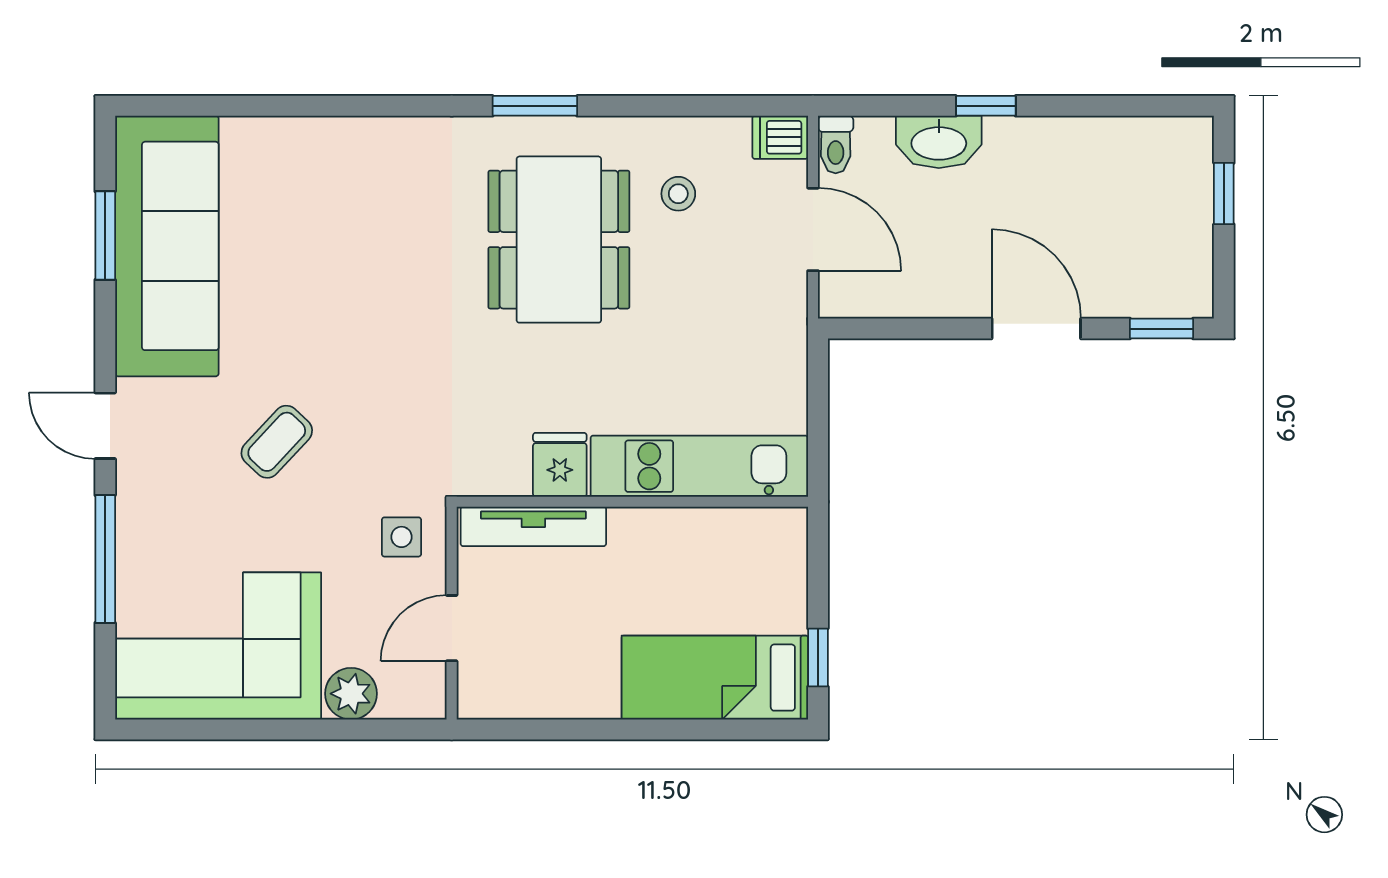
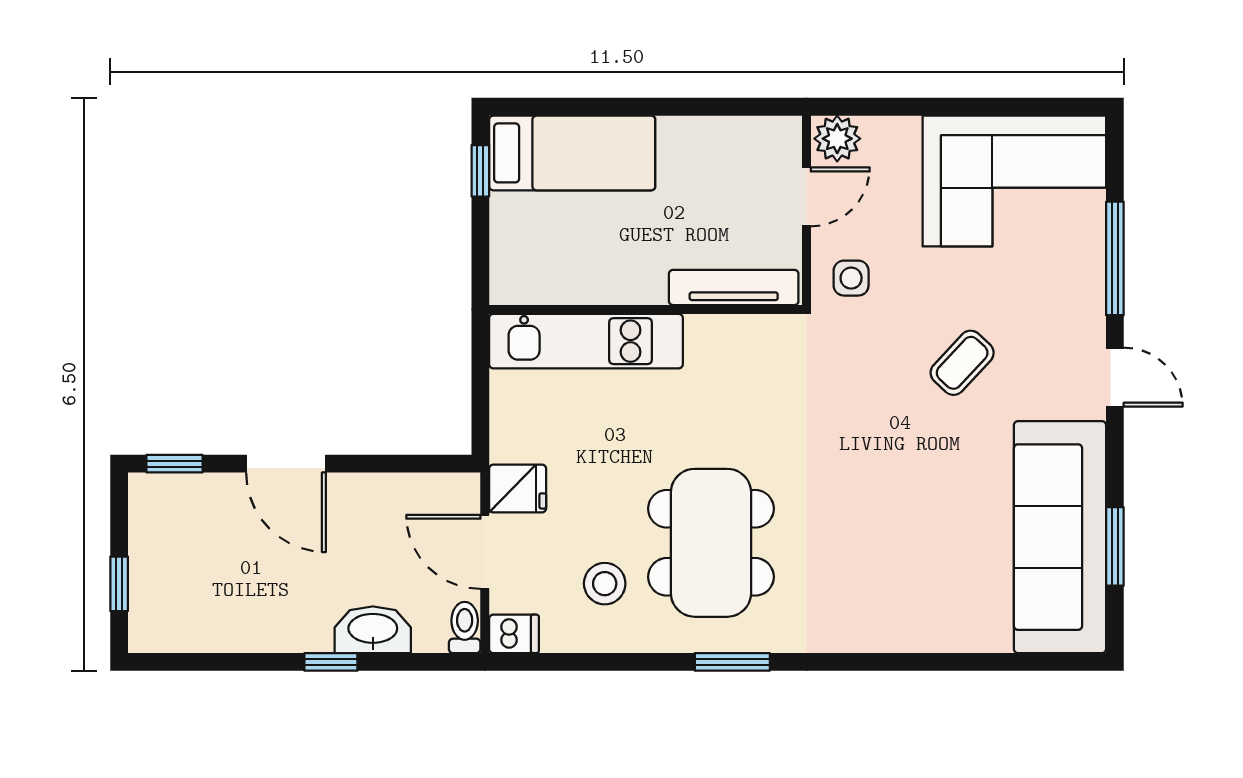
stool: (678, 194) -> (605, 584), width x1.37, depth x1.37
fridge: (560, 465) -> (518, 489), moved, turned -90
plant: (351, 694) -> (837, 139), moved

